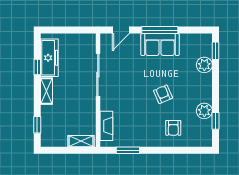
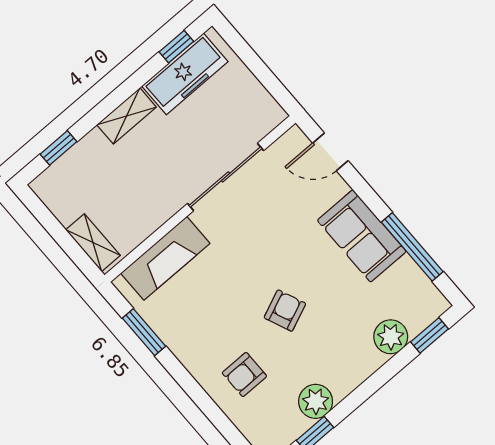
window: (160, 30) -> (412, 247), moved
window: (37, 67) -> (176, 47), moved
fireplace: (106, 126) -> (165, 258), width x1.37, depth x1.32

